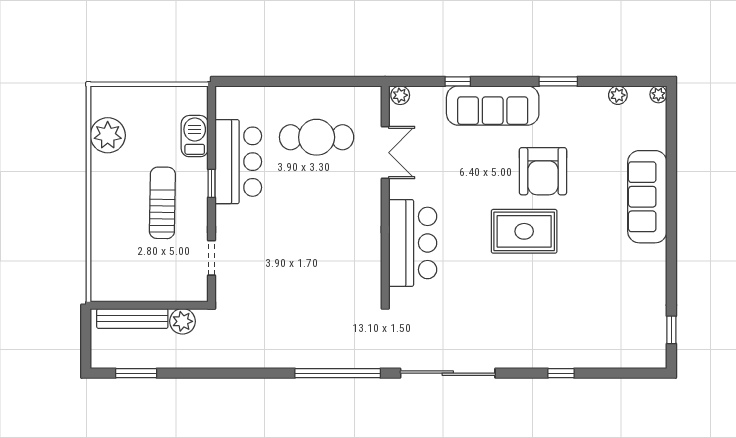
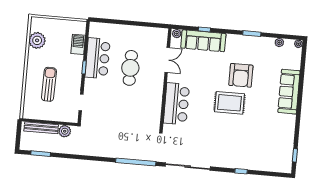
sofa: (493, 106) -> (203, 41), moved
cafe table: (317, 137) -> (130, 68), moved, turned 90
sun lounger: (162, 203) -> (49, 84), moved

